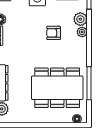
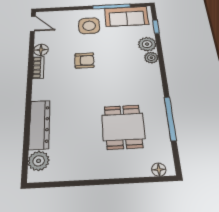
armchair: (54, 33) -> (84, 60), moved, turned 180
dining table: (57, 88) -> (123, 127), width x0.53, depth x0.80

